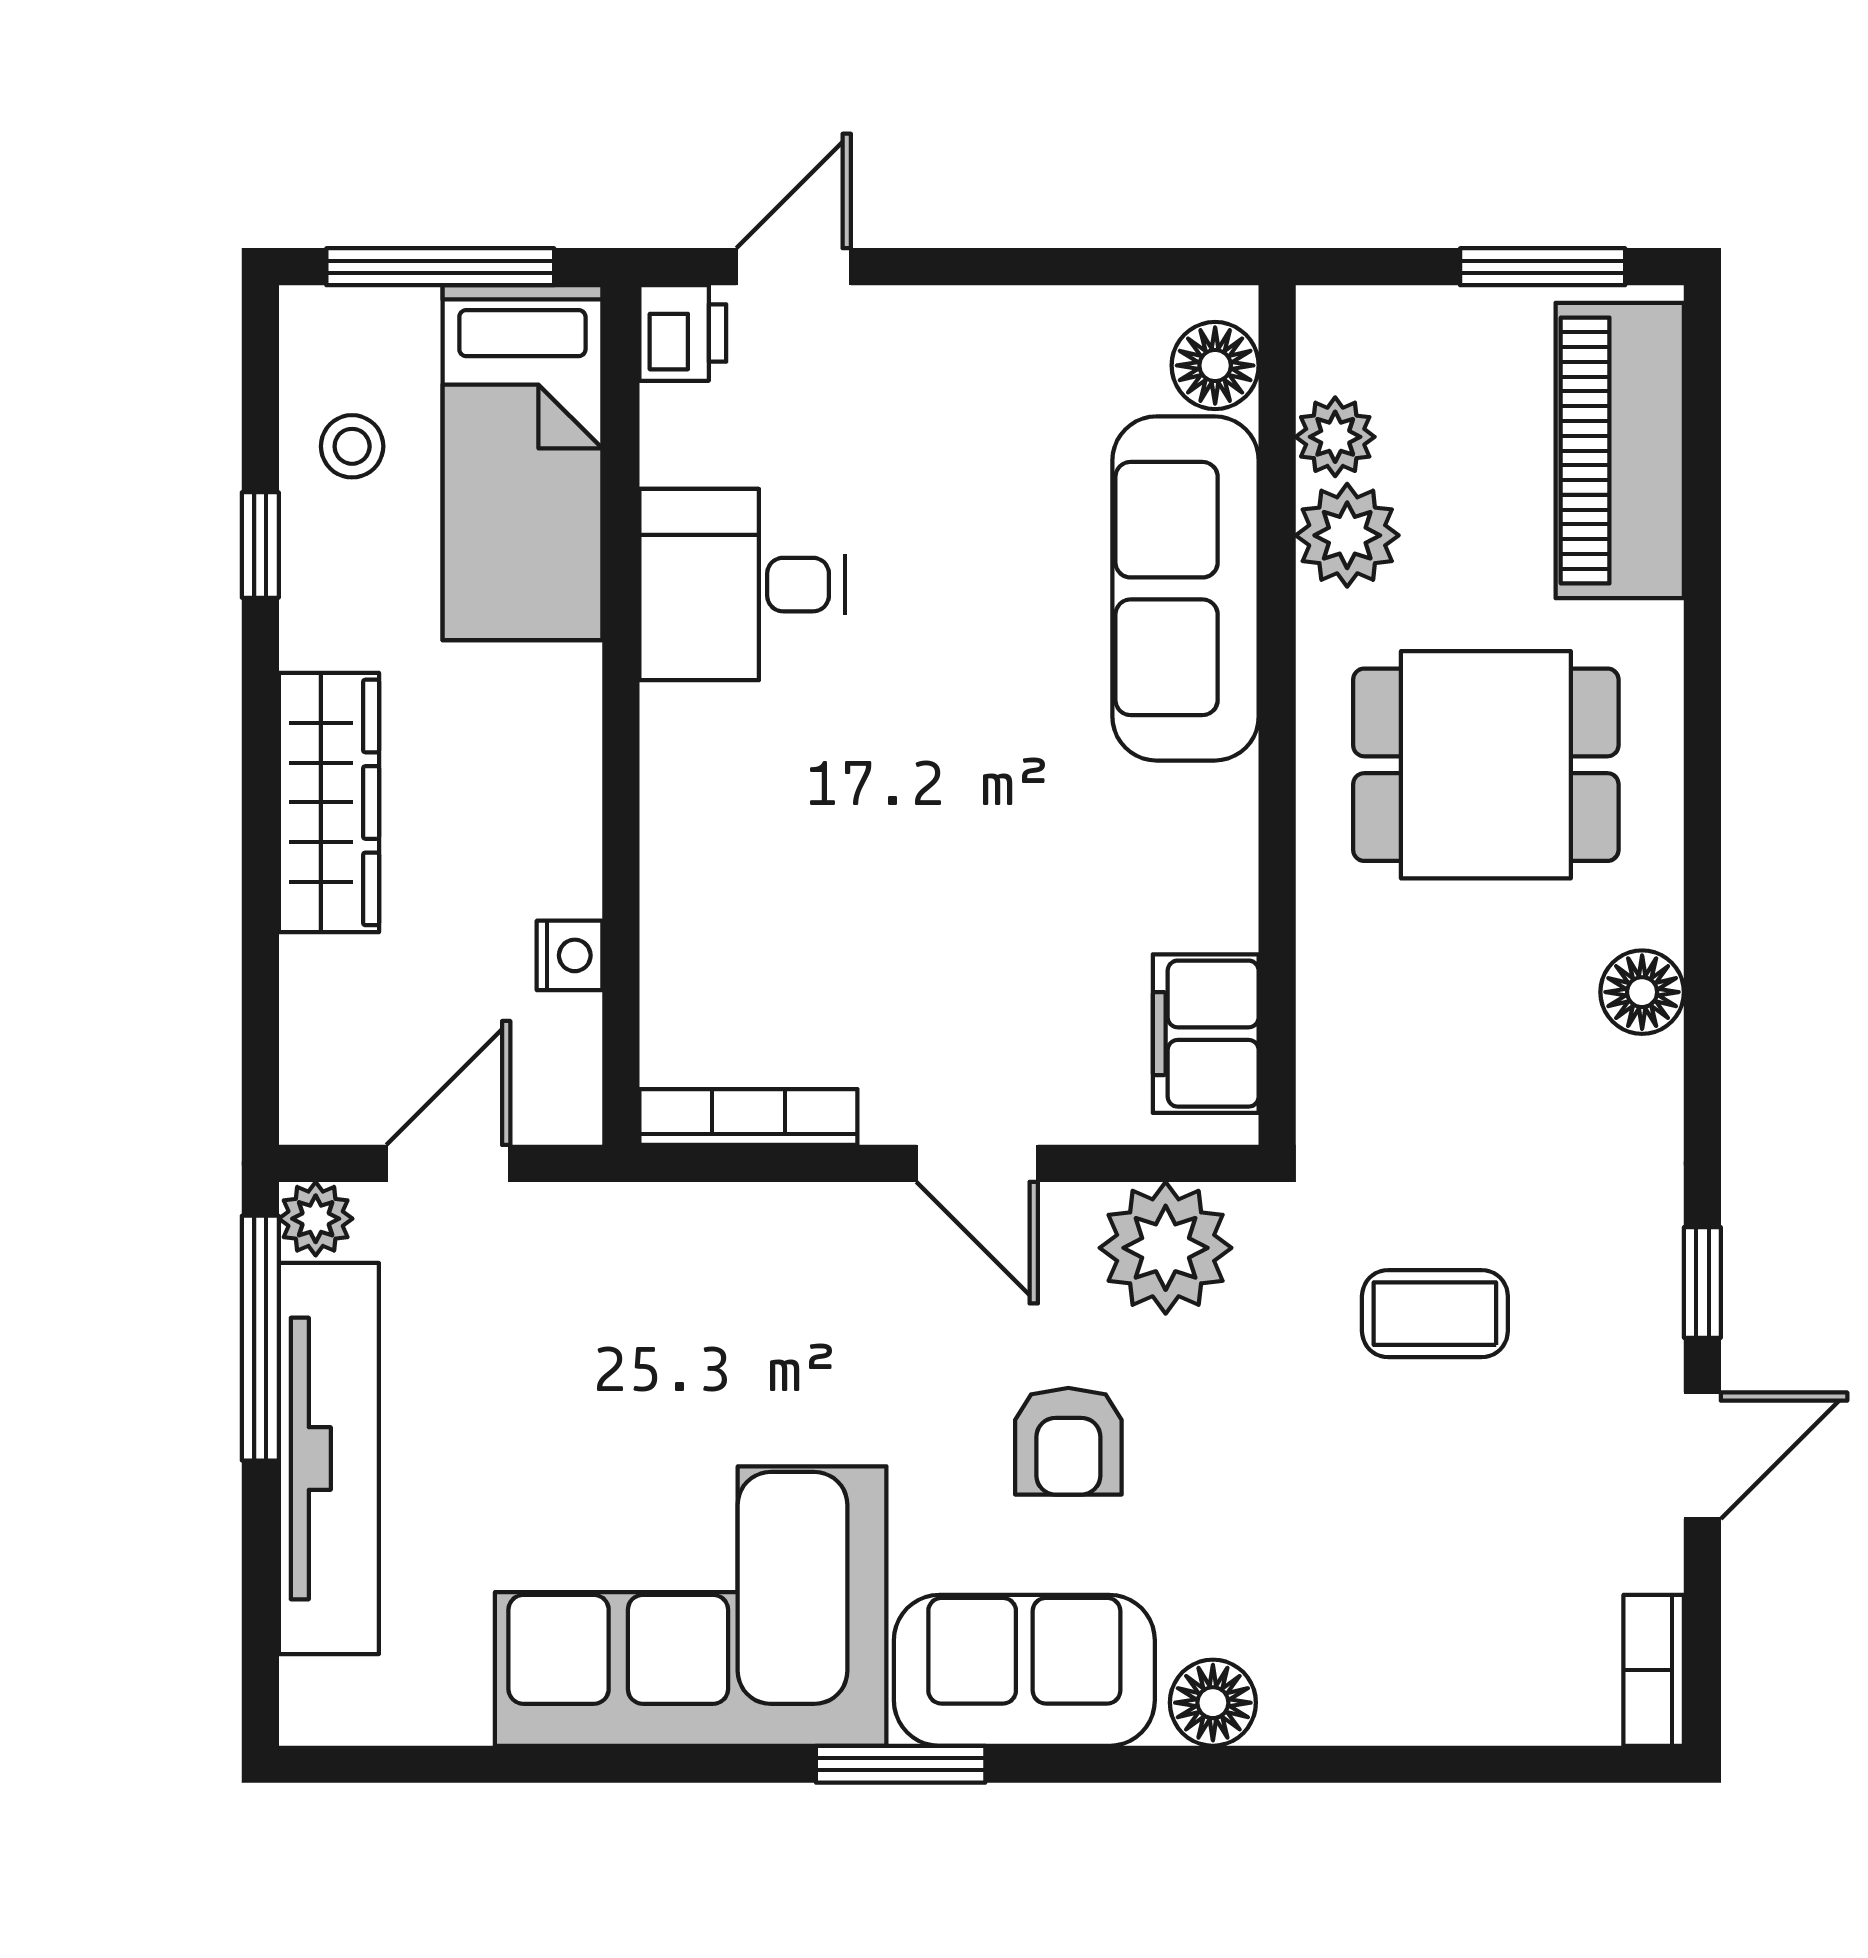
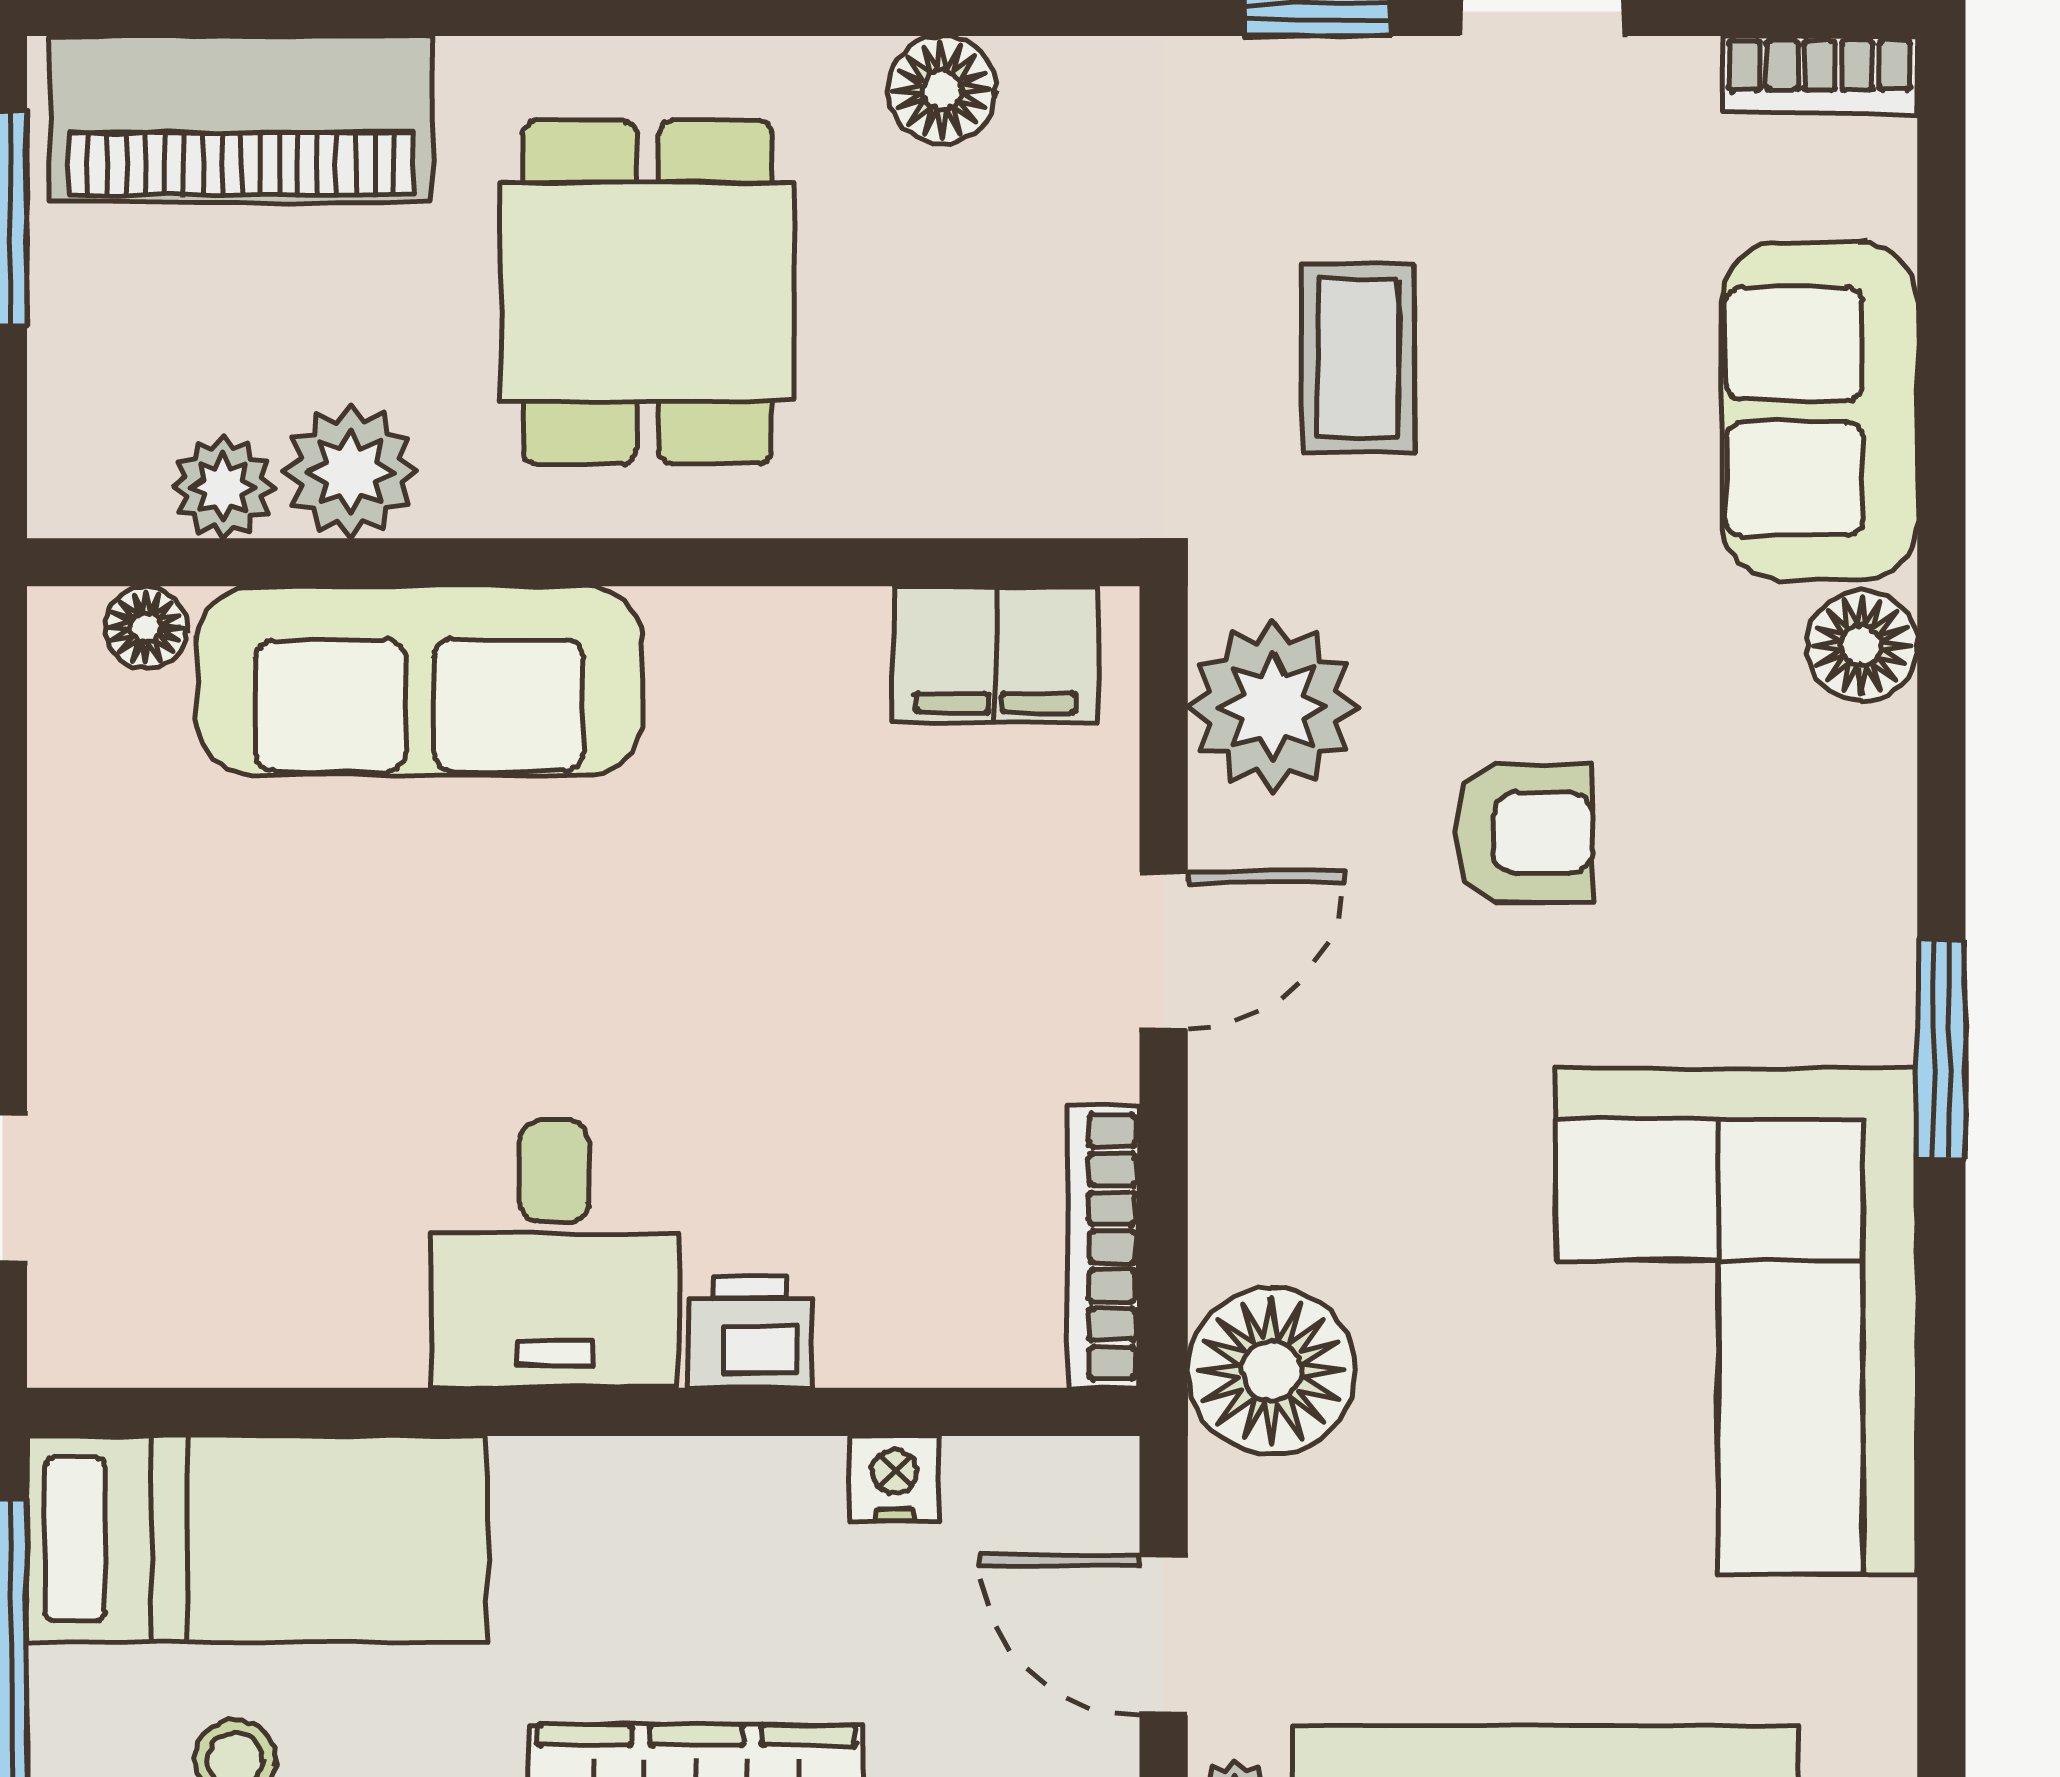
printer: (683, 333) -> (750, 1332), moved
floor lamp: (1215, 365) -> (146, 627), width x0.73, depth x0.73
desk: (742, 585) -> (554, 1254), moved
floor lamp: (653, 1246) -> (1271, 1371), added
sofa: (1024, 1670) -> (1820, 411), moved

